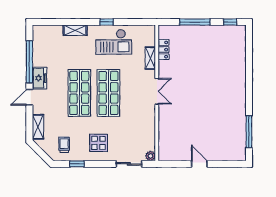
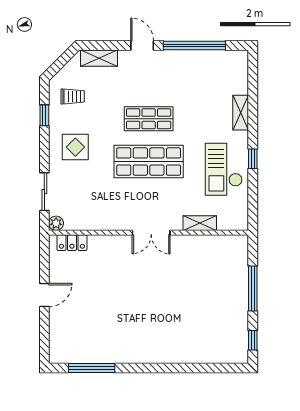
locker: (164, 50) -> (72, 243), moved
freezer: (39, 78) -> (170, 60), removed
shop shelf: (79, 93) -> (149, 119), width x0.70, depth x0.74

